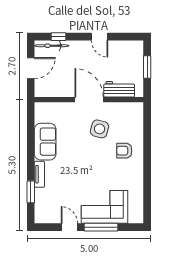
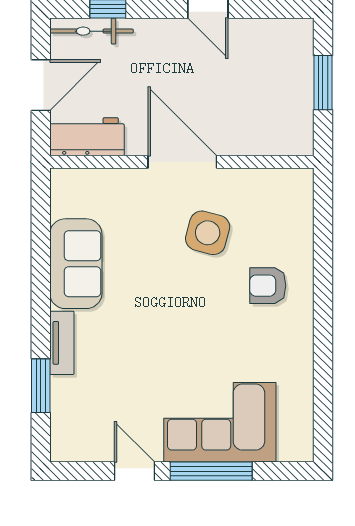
workbench: (119, 89) -> (87, 137), moved

